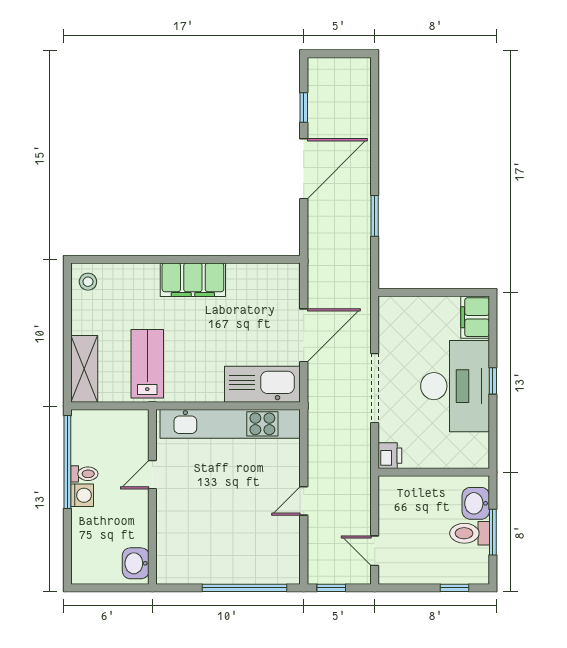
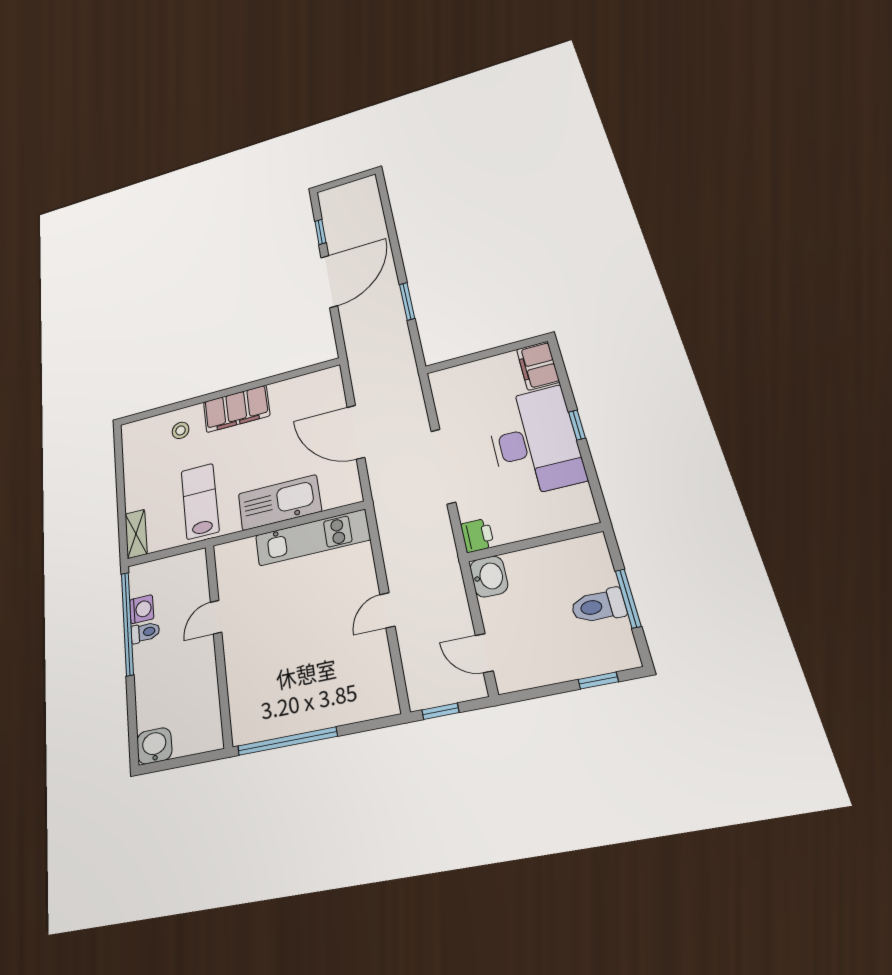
stool: (88, 282) -> (180, 430), moved
door: (304, 335) -> (356, 432), swing flipped
shelving: (84, 369) -> (136, 534), width x0.67, depth x0.75
kitchen sink: (262, 384) -> (279, 503), moved
kitchen unit: (230, 424) -> (312, 538), width x0.73
washing machine: (82, 495) -> (142, 609), moved
washbasin: (476, 503) -> (489, 576), moved, turned 180
washbasin: (136, 563) -> (154, 746), moved, turned 90
window: (244, 588) -> (287, 741), moved

